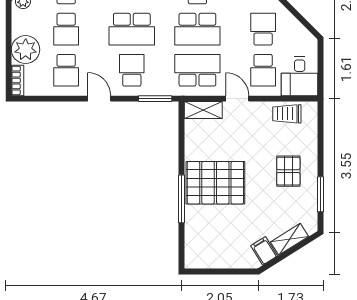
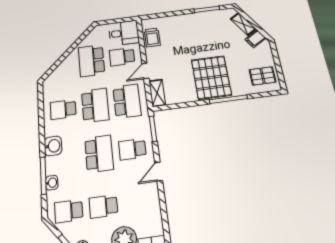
school desk: (66, 29) -> (103, 206), turned 180
school desk: (263, 29) -> (91, 61), width x1.85
school desk: (66, 70) -> (138, 202), removed
school desk: (197, 70) -> (127, 101), turned 180
school desk: (263, 70) -> (122, 57), turned 180
pallet: (288, 171) -> (263, 76), moved

